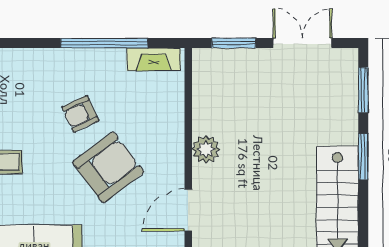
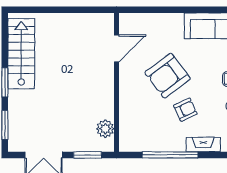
fireplace: (154, 59) -> (203, 144), moved
plant: (206, 149) -> (105, 129), moved

